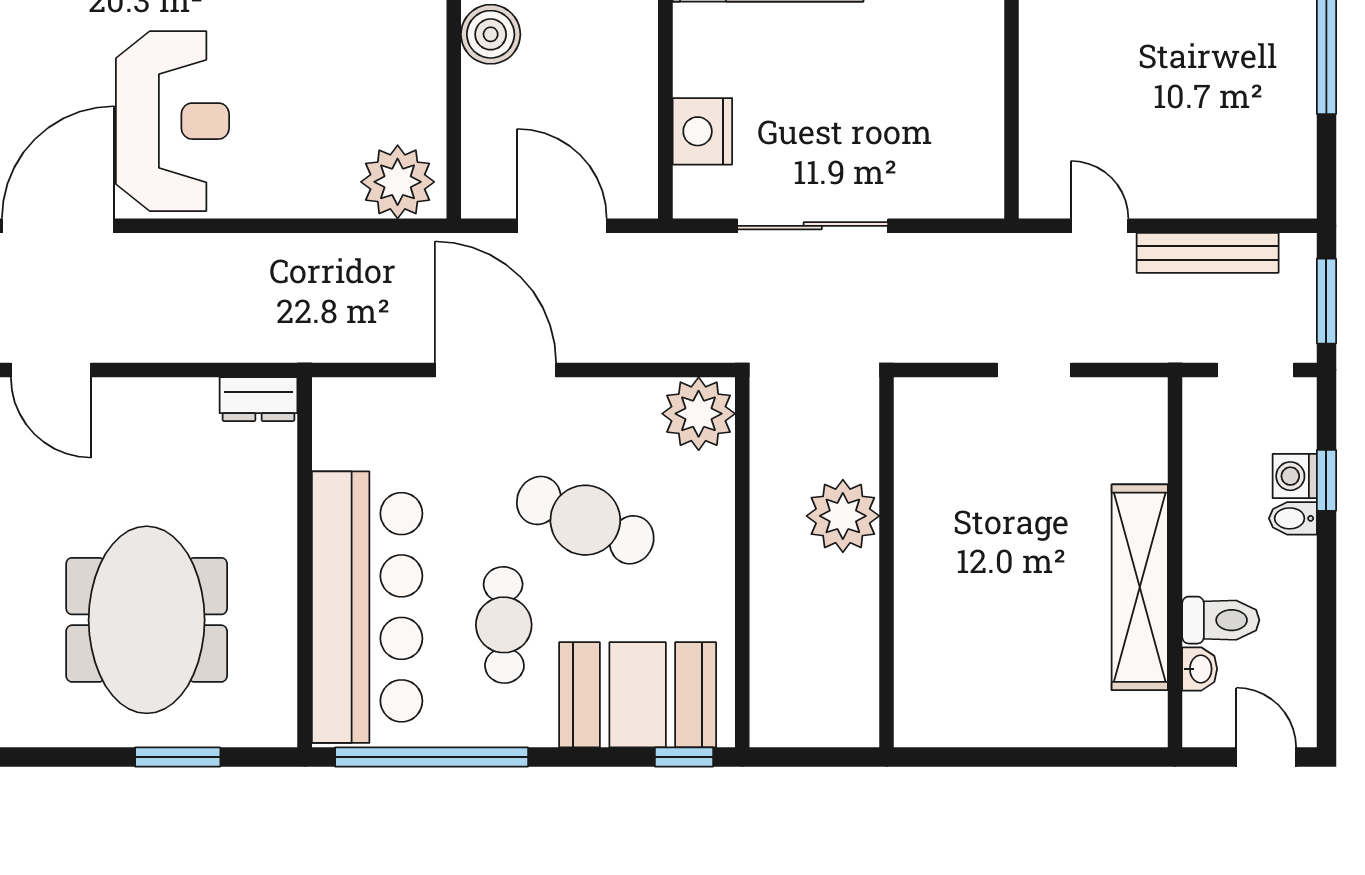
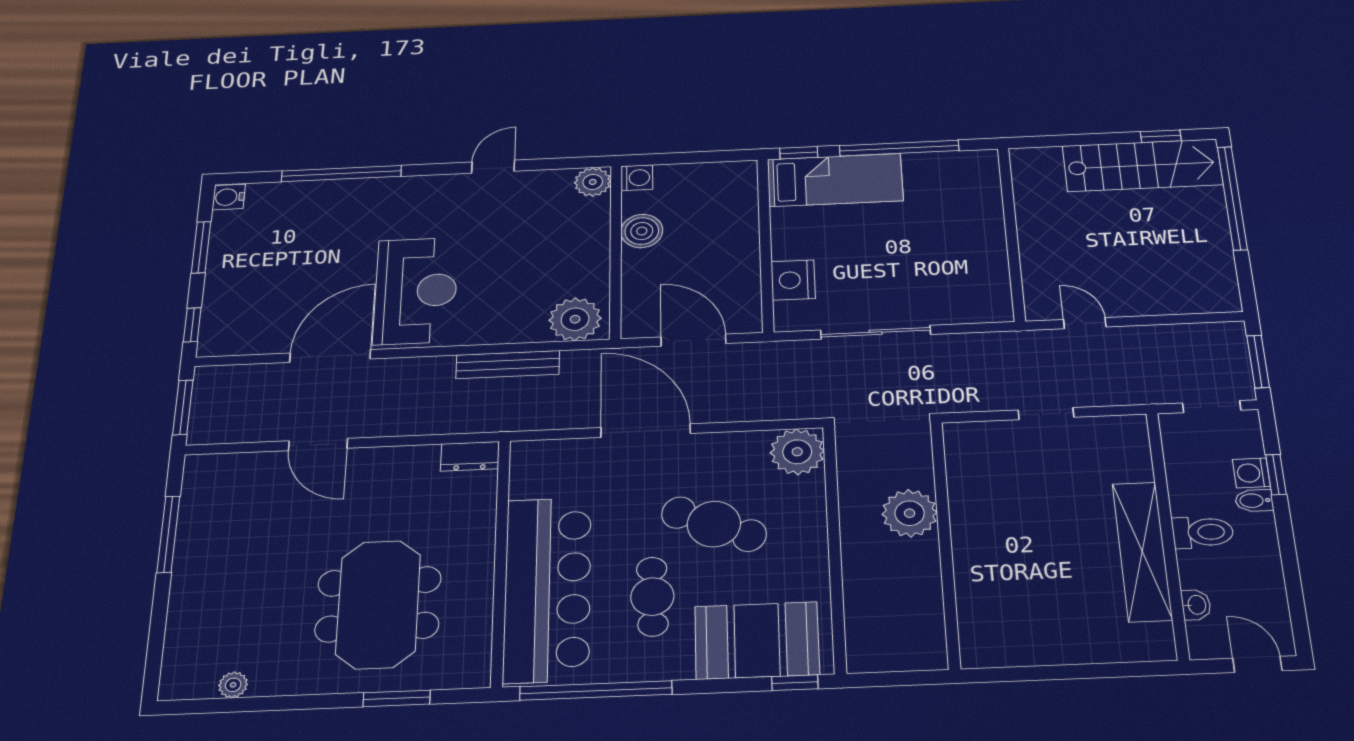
bench: (1208, 253) -> (508, 365), moved
toilet: (1221, 620) -> (1203, 532), moved

